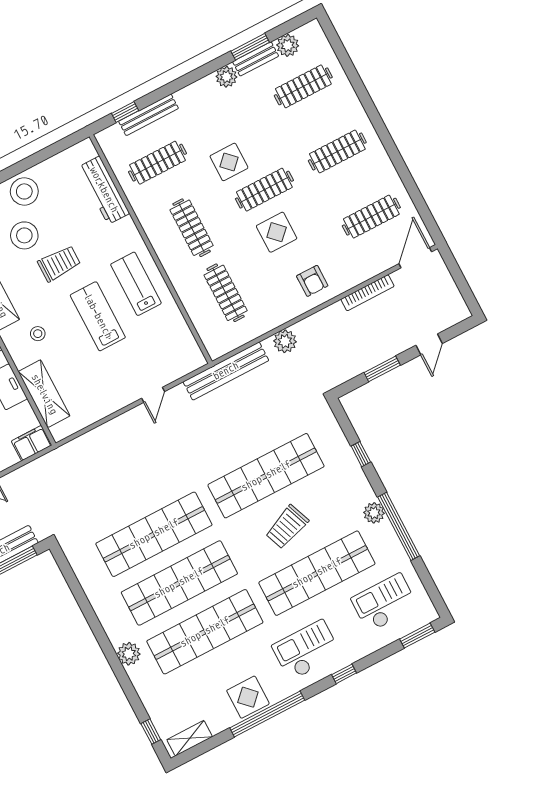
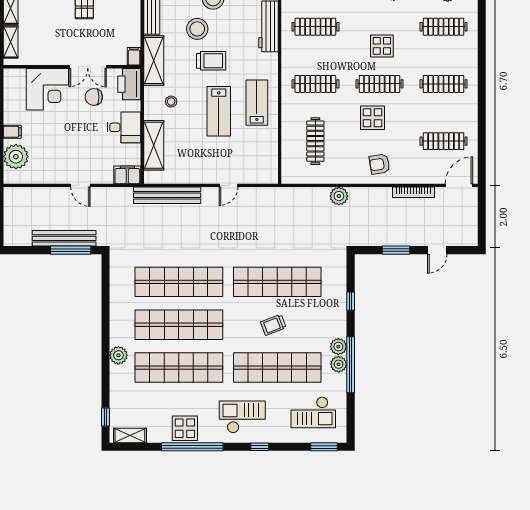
display table: (229, 162) -> (382, 46), moved
clothes rail: (192, 228) -> (315, 84), turned 90
armchair: (312, 281) -> (380, 164), turned 81
lab bench: (98, 316) -> (219, 111), turned 180
bench: (226, 371) -> (167, 195), moved
trolley: (287, 527) -> (273, 325), width x0.73, depth x0.72
plant: (385, 533) -> (339, 364), added
checkout: (384, 603) -> (313, 412), turned 180

